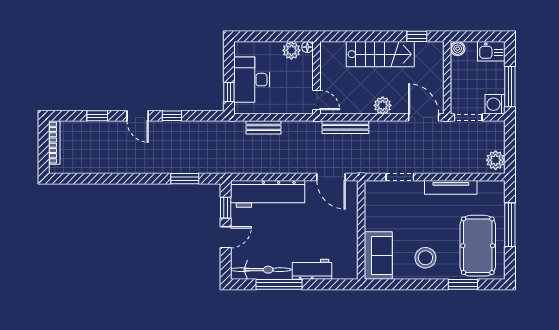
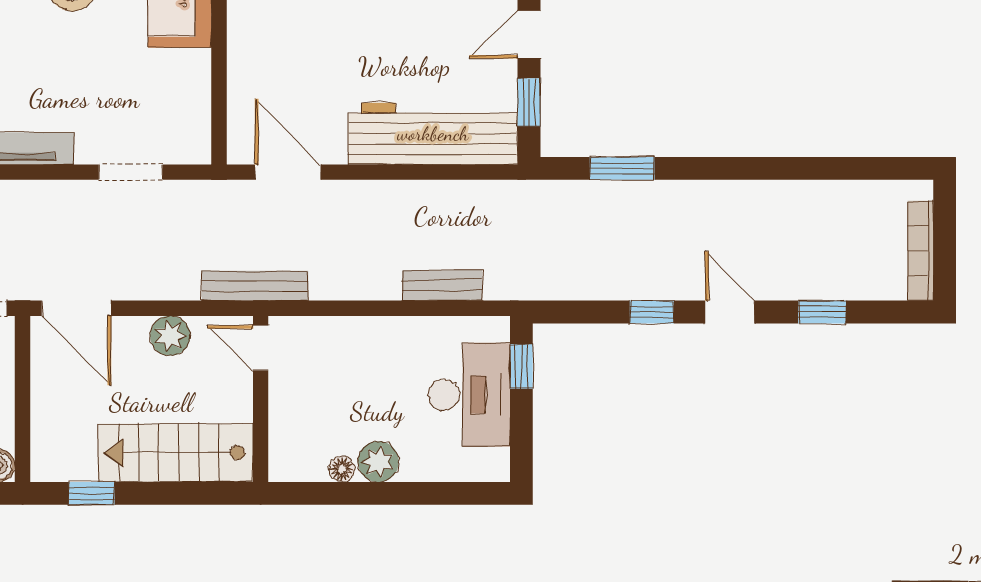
wall: (317, 78) -> (261, 399), moved
door: (317, 100) -> (261, 348), moved

